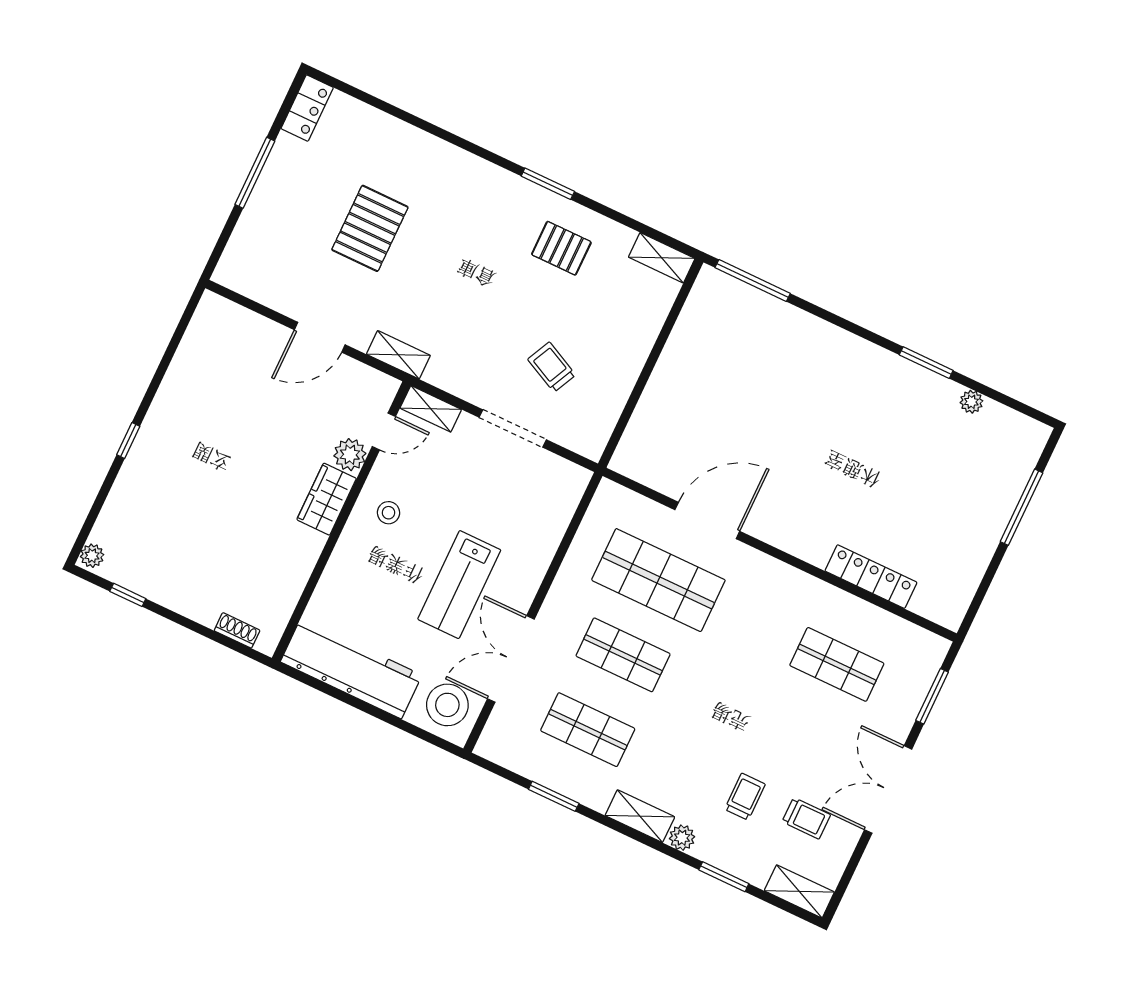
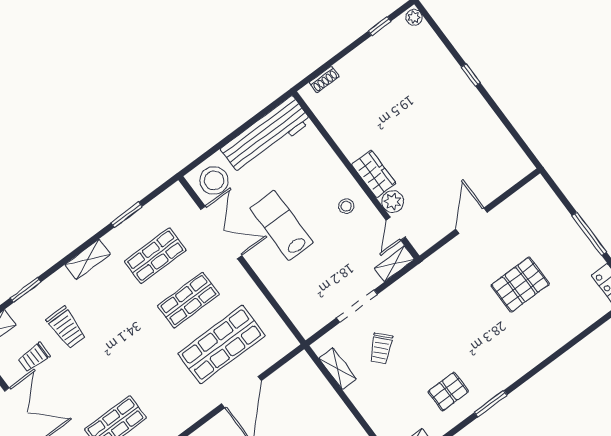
pallet: (370, 228) -> (520, 285), turned 90
shelving: (398, 355) -> (338, 369), moved, turned 90
trolley: (552, 367) -> (381, 348), turned 111
trolley: (745, 797) -> (66, 328), width x1.36, depth x1.39
plant: (682, 838) -> (62, 278), removed

